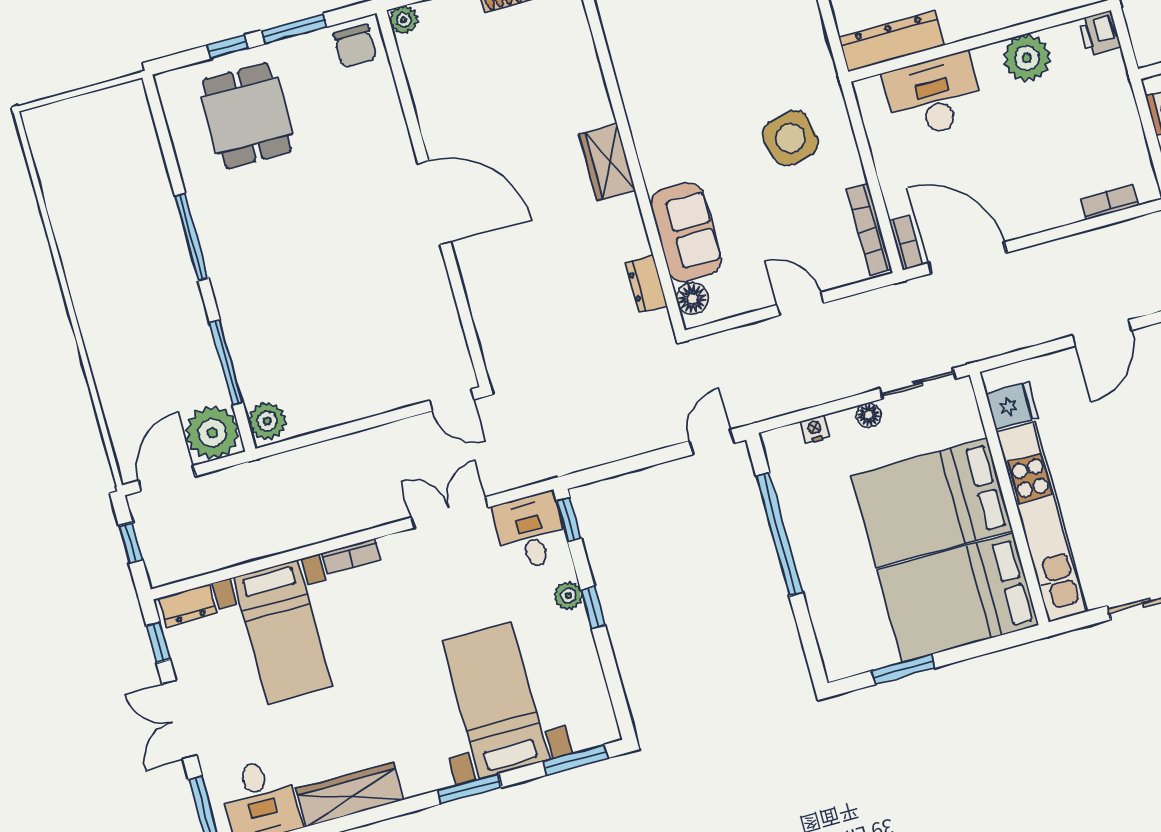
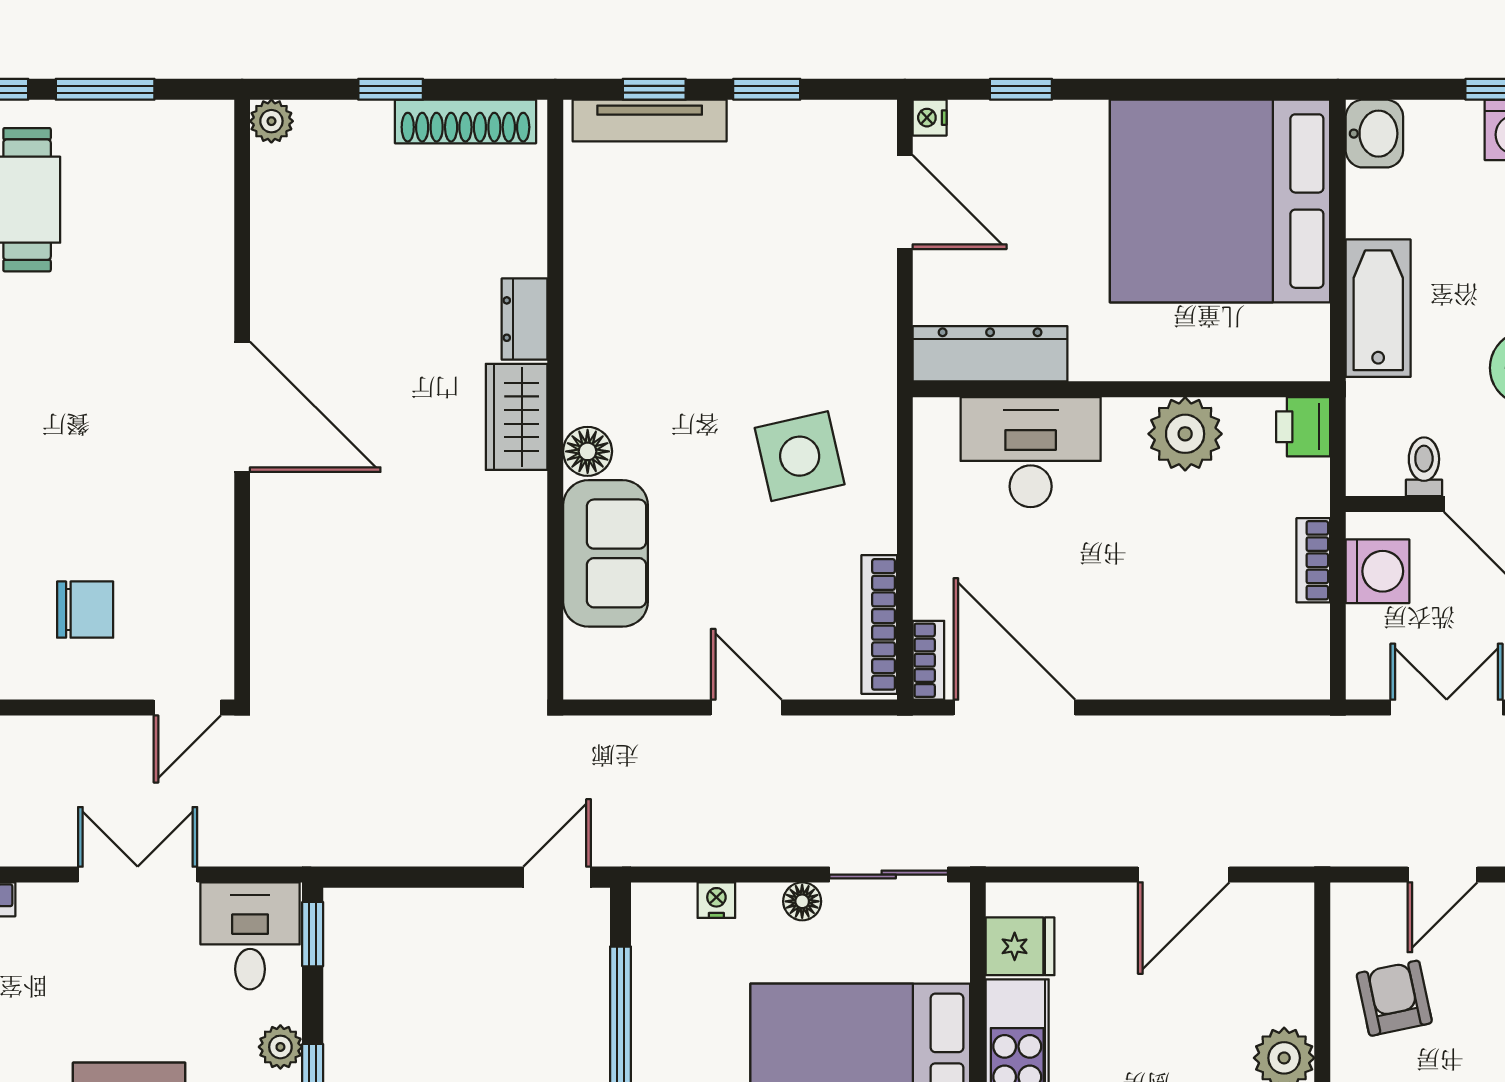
chair: (355, 46) -> (85, 610), moved, turned -90
bookcase: (1109, 202) -> (1313, 560), moved, turned -90
dresser: (646, 284) -> (525, 319), moved
floor lamp: (692, 299) -> (588, 451), moved
door: (452, 400) -> (187, 708), hinge flipped

